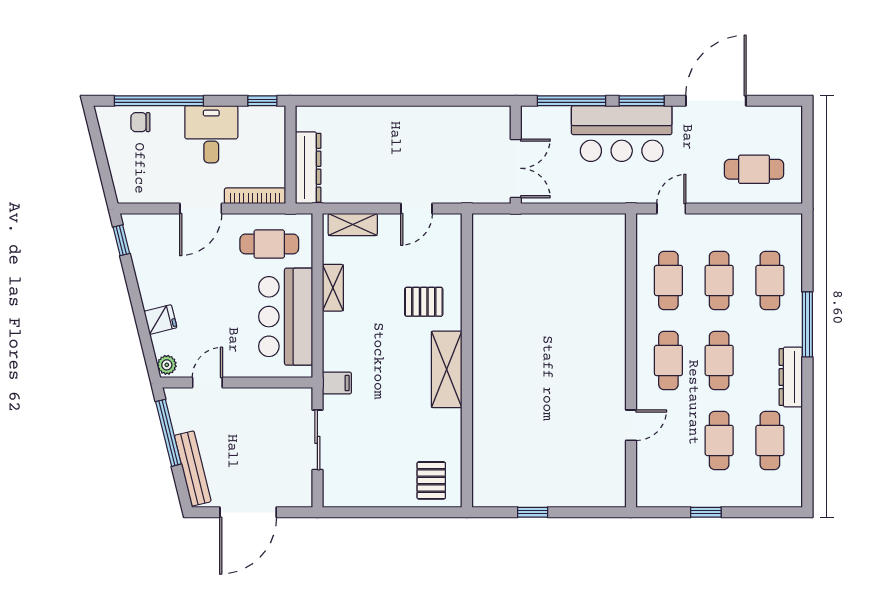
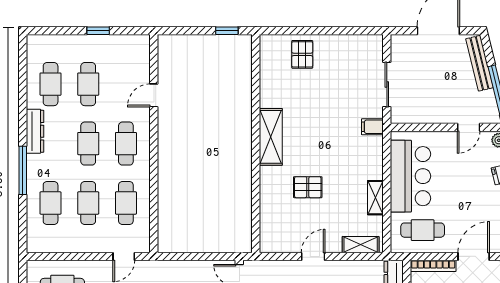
wall: (467, 360) -> (256, 144), moved
shelving: (447, 369) -> (271, 137), moved

